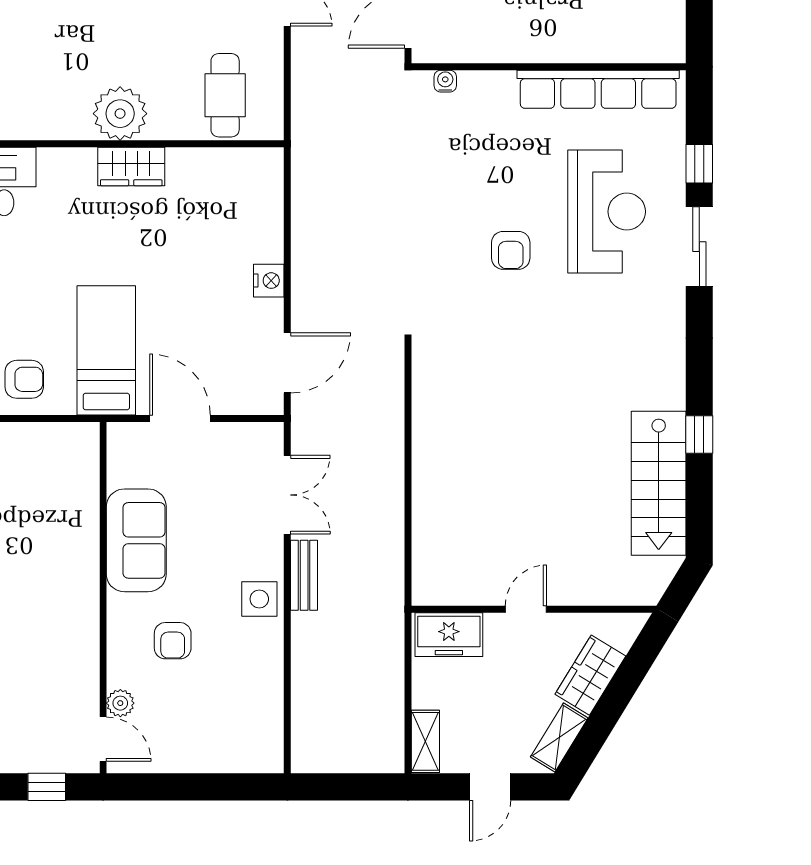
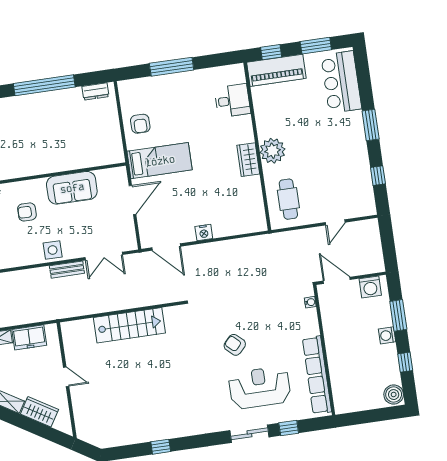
cafe table: (225, 95) -> (288, 199), turned 90
reception desk: (607, 212) -> (260, 387), turned 180
armchair: (511, 250) -> (235, 345), turned 43
stairs: (659, 483) -> (129, 325), moved, turned 180
freezer: (449, 635) -> (29, 337), moved, turned -90

